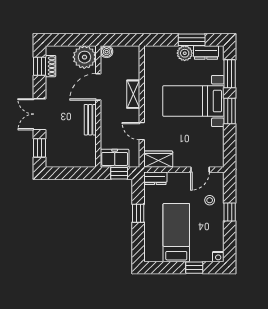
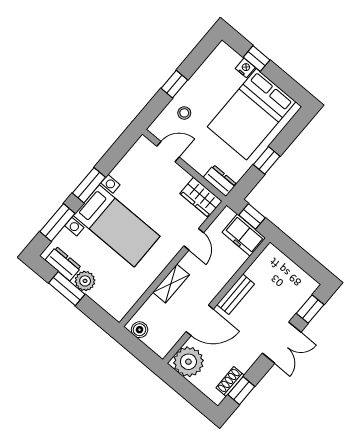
boiler: (107, 52) -> (140, 330), moved
bed: (176, 233) -> (251, 114), width x1.50
nightstand: (218, 257) -> (245, 68), moved

